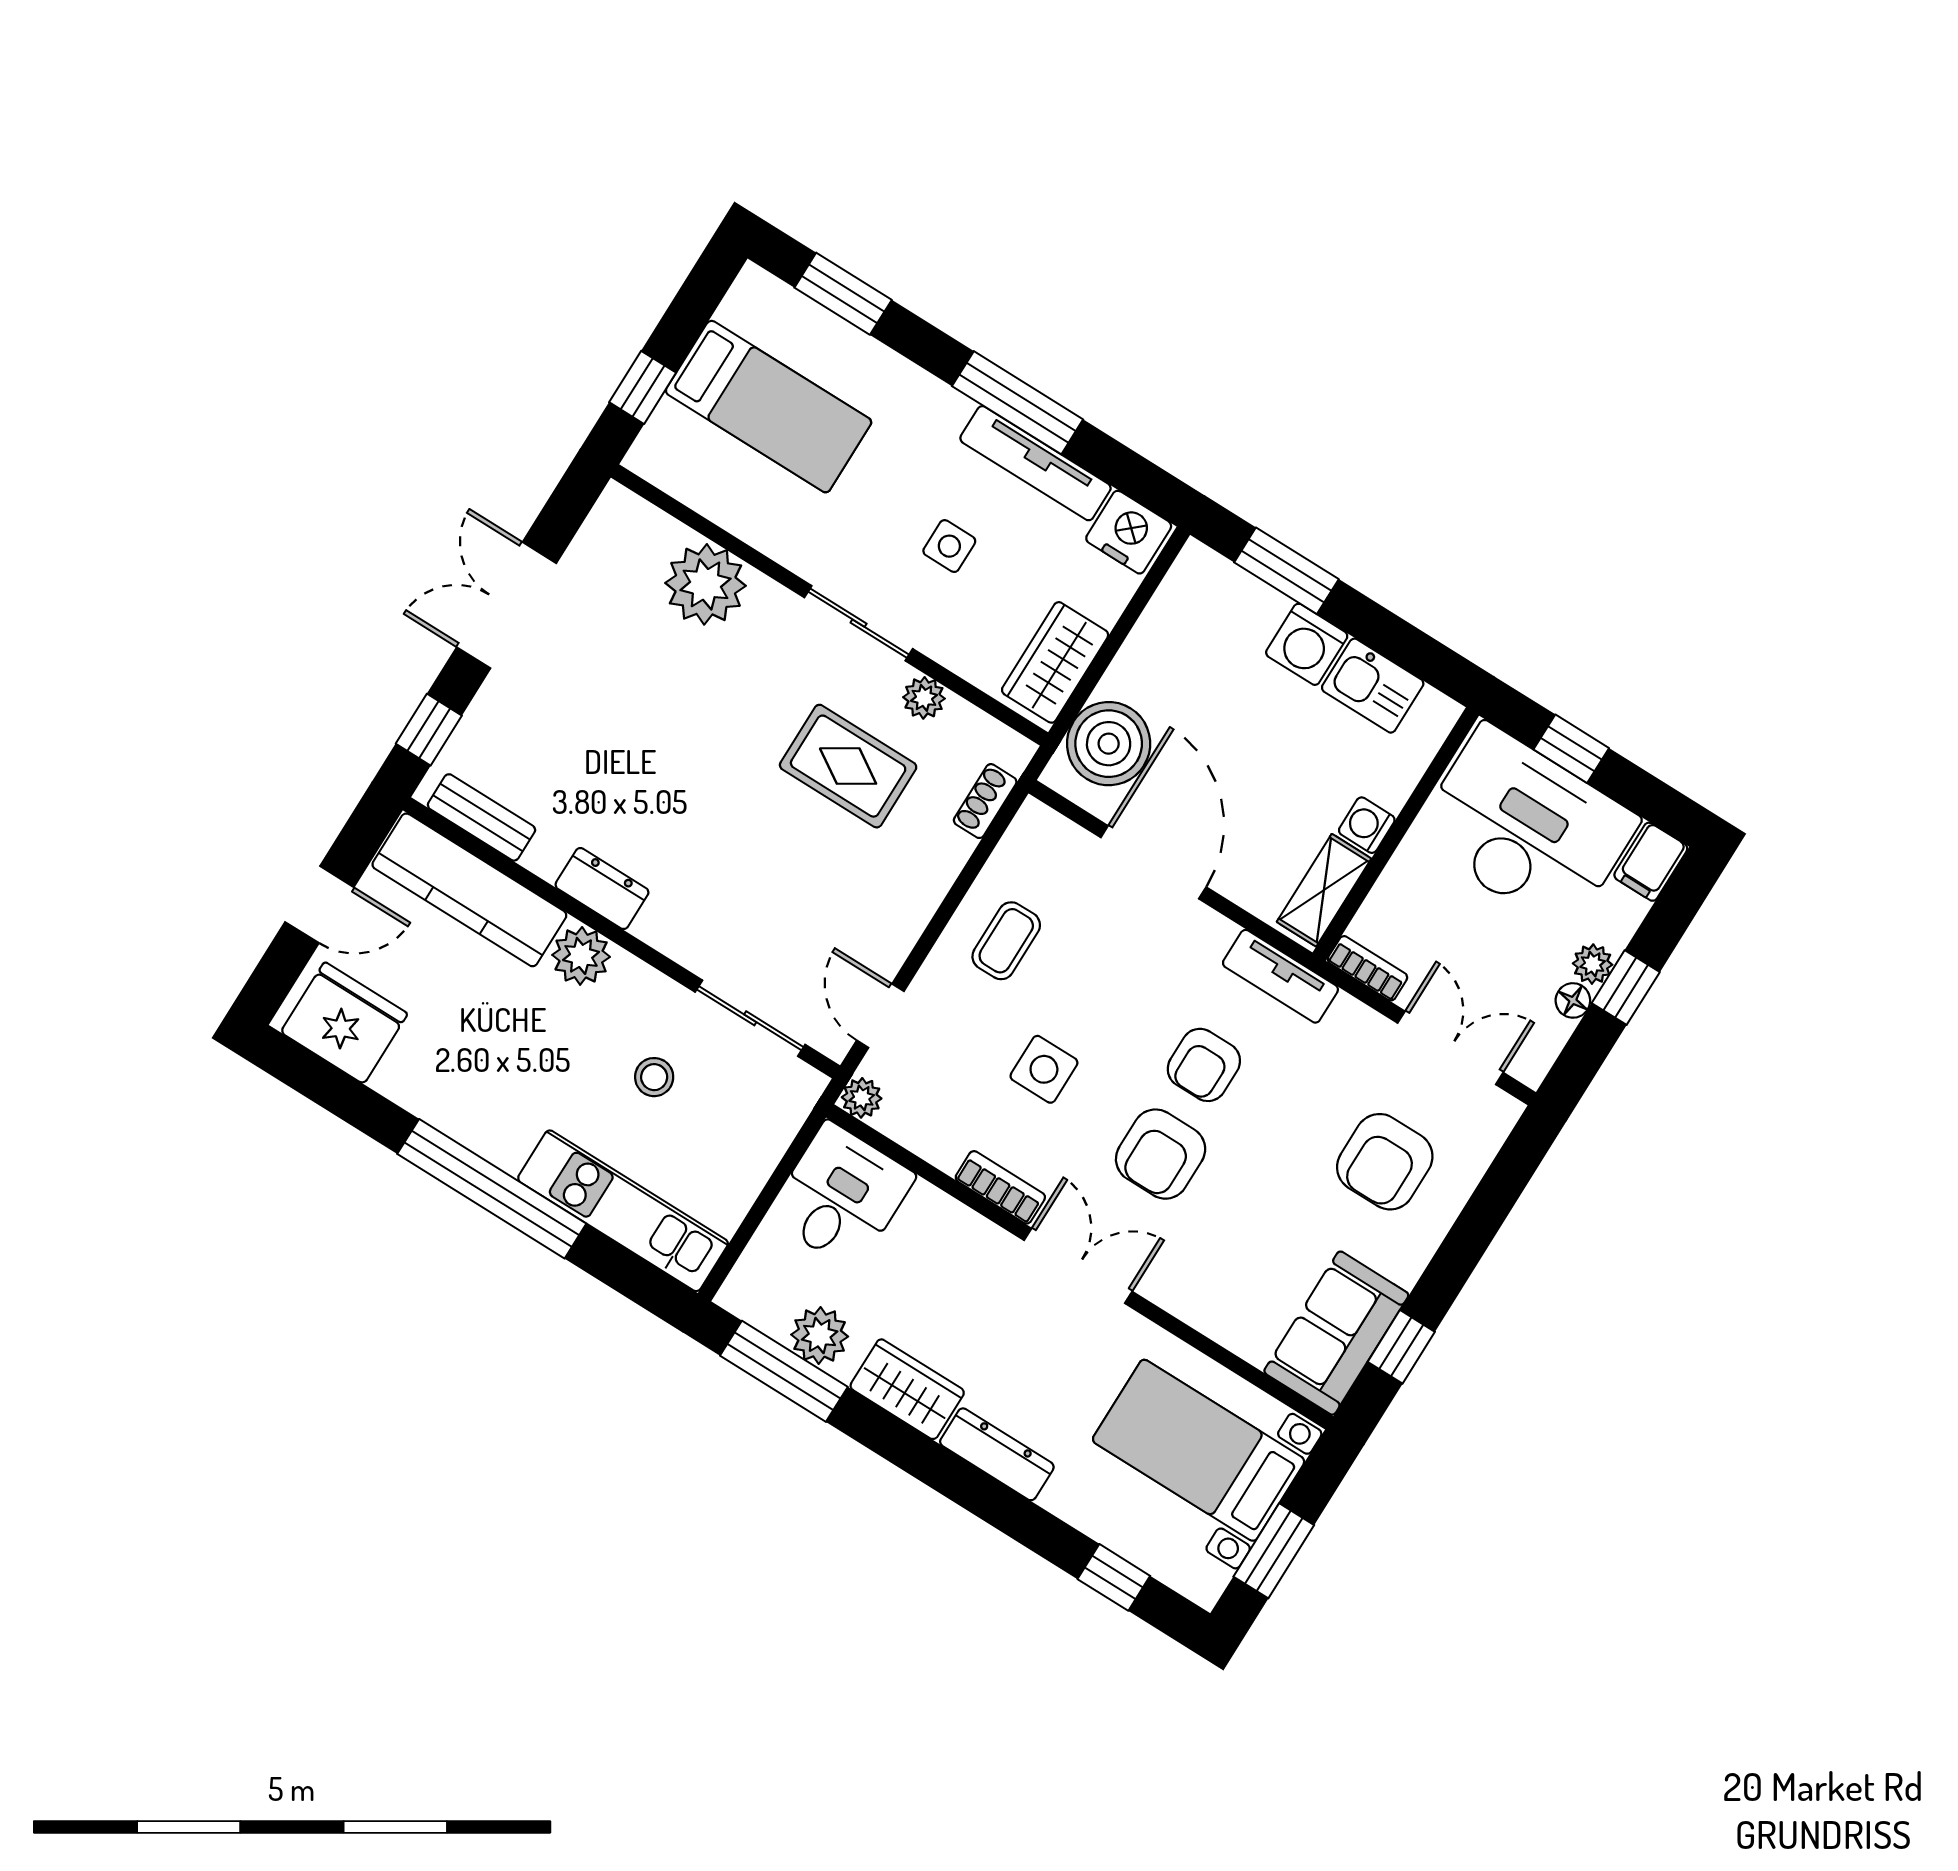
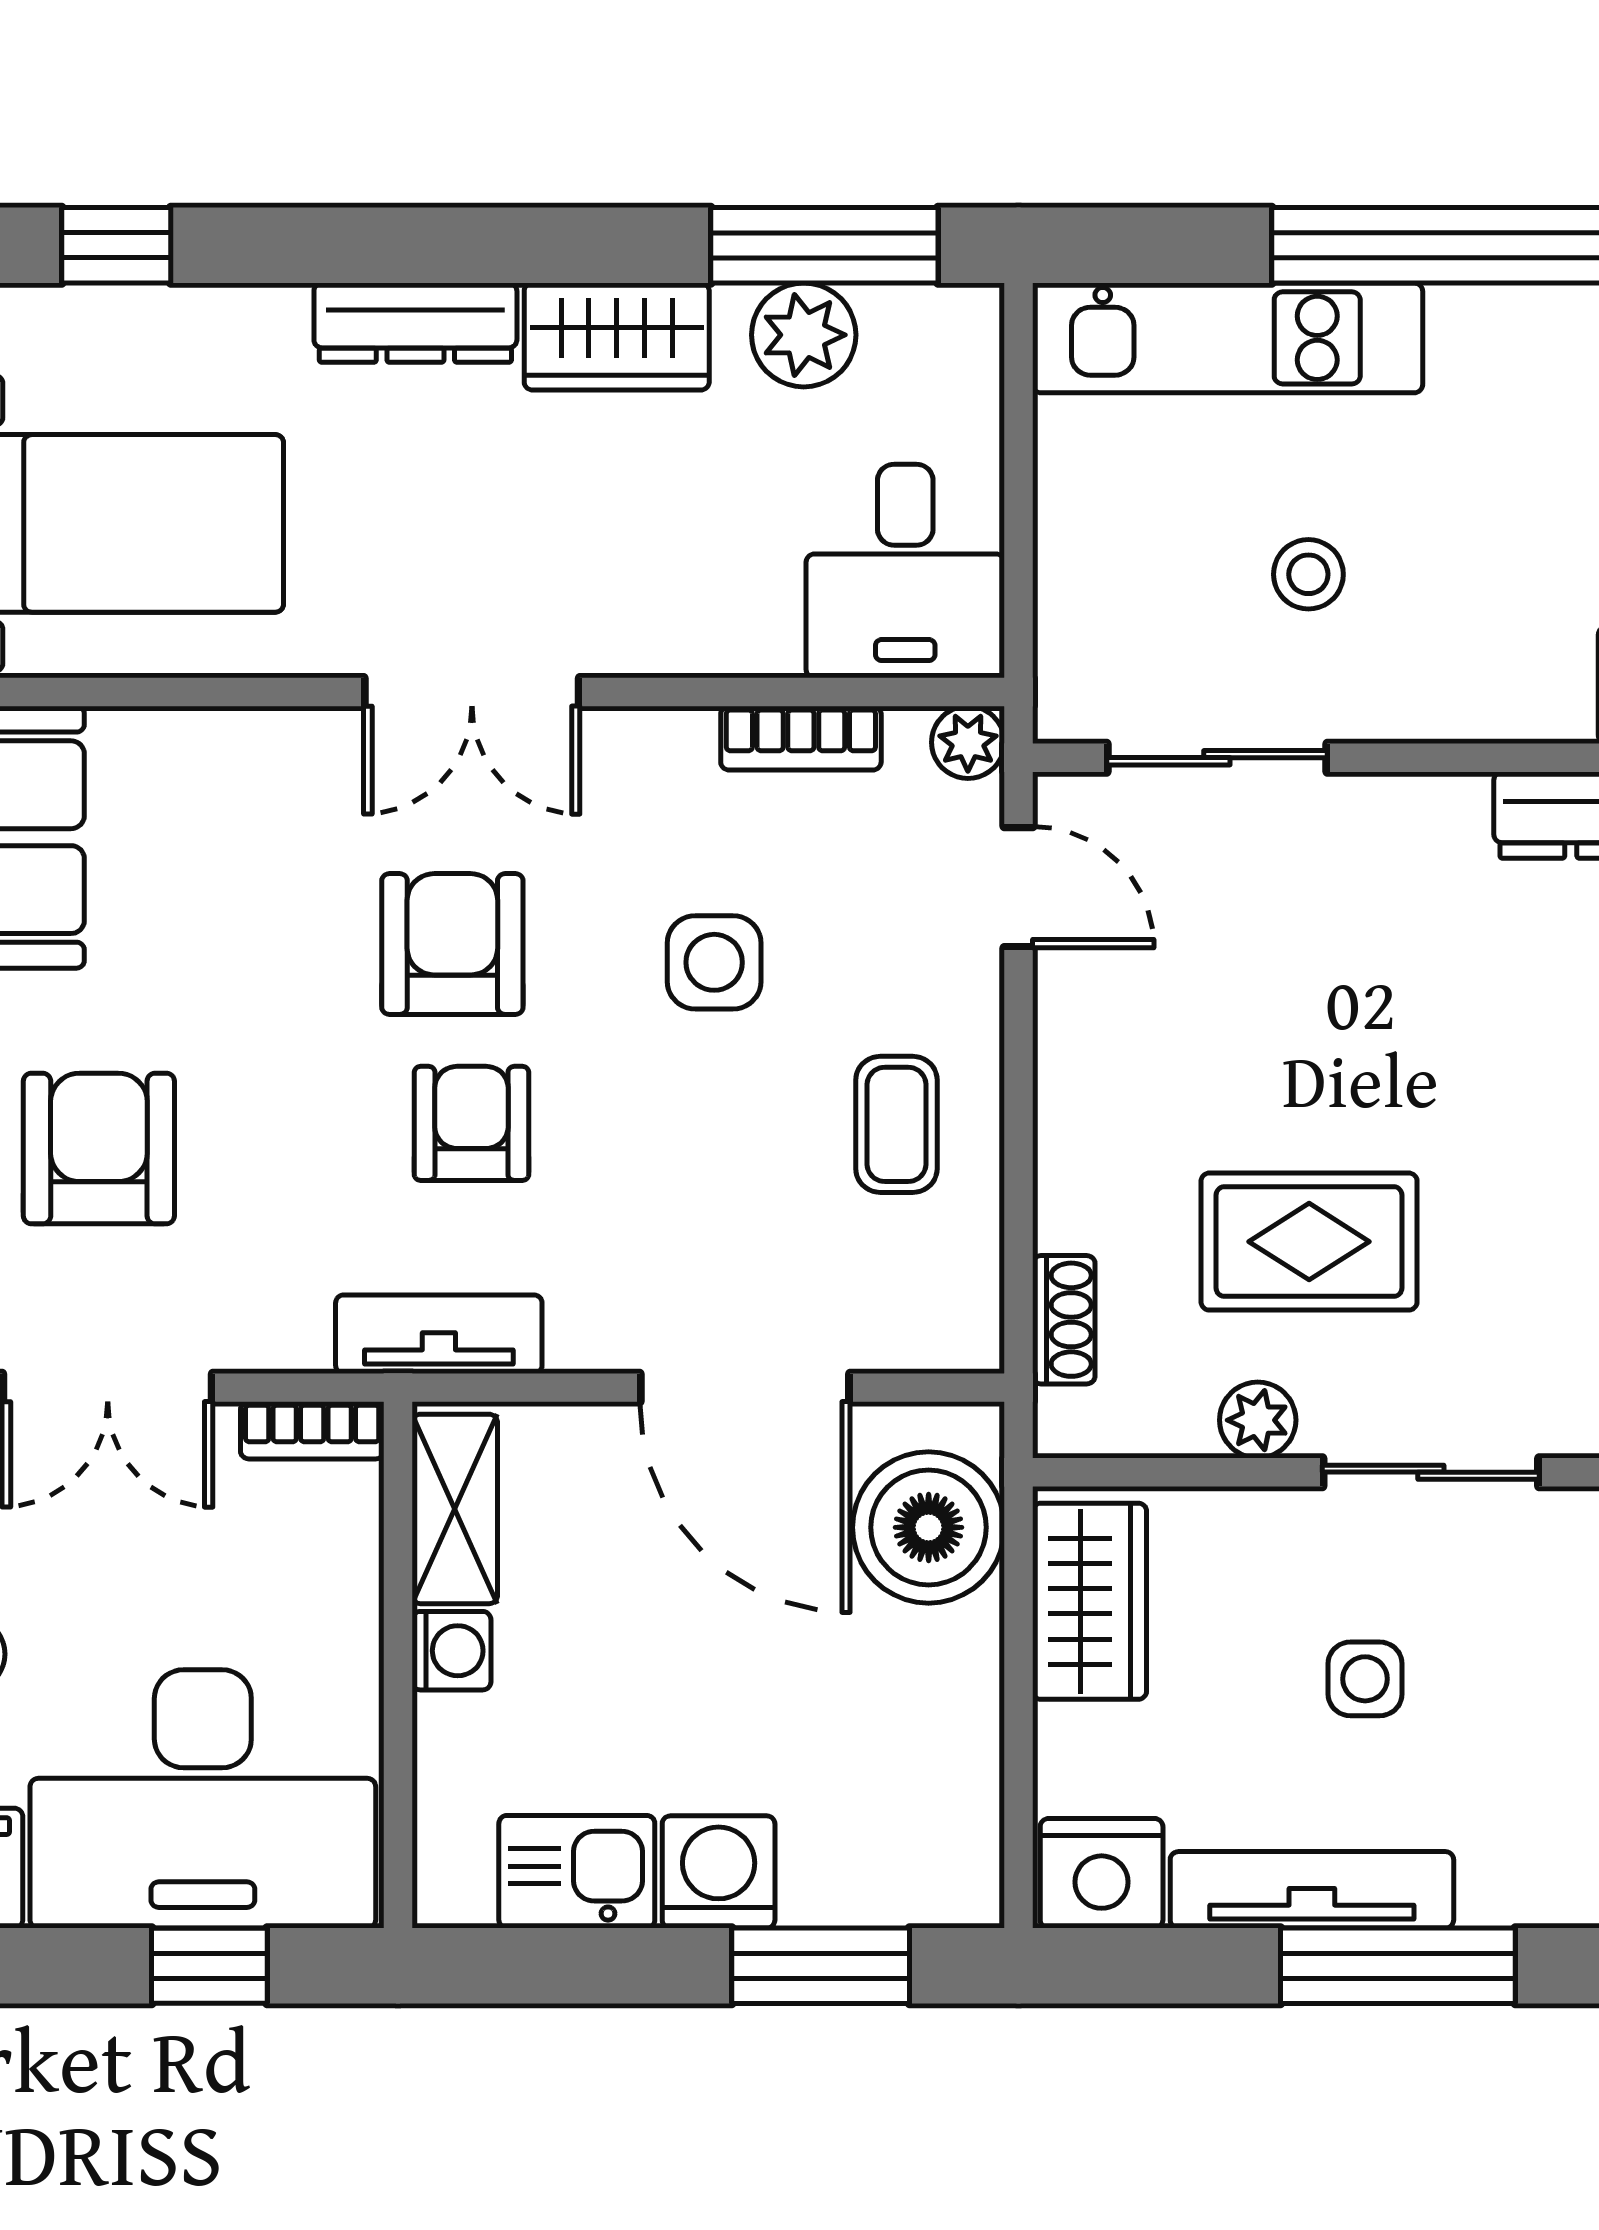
plant: (581, 956) -> (1538, 691), removed
bookcase: (1000, 1187) -> (801, 738), moved

